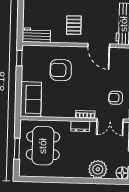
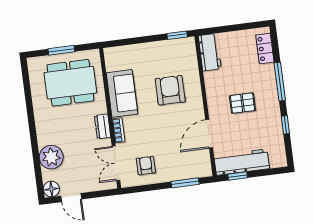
pallet: (74, 25) -> (242, 103), moved
sofa: (31, 99) -> (122, 93), moved, turned -90

